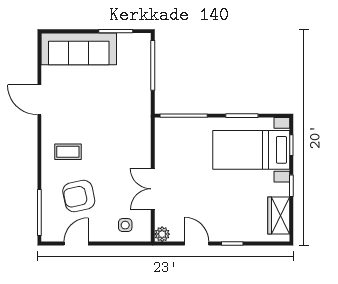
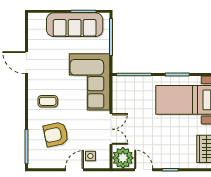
sofa: (79, 49) -> (75, 25), moved
corner sofa: (124, 126) -> (89, 82), added
double door: (153, 189) -> (111, 129), swing flipped
plant: (162, 234) -> (123, 158), width x1.87, depth x1.87
door: (76, 243) -> (74, 170), moved

